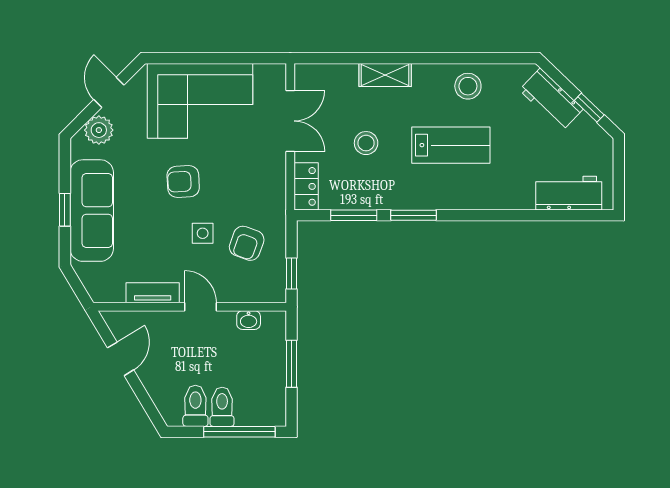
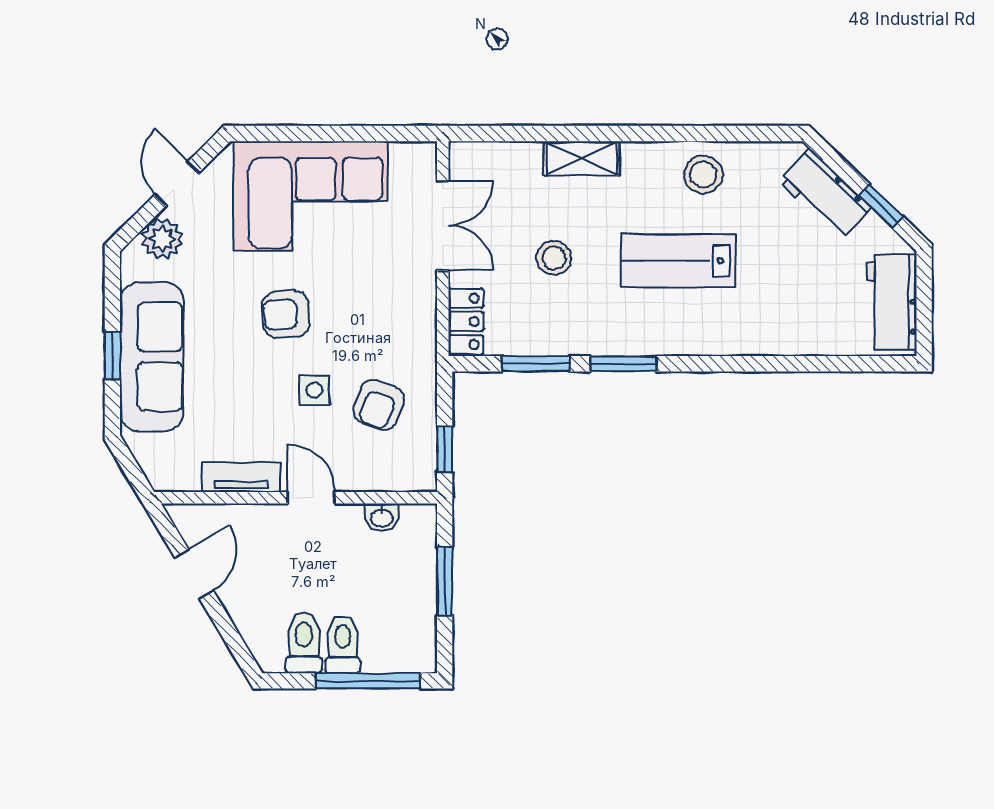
lab bench: (451, 145) -> (678, 261), turned 180
workbench: (569, 193) -> (892, 302), moved, turned -90

